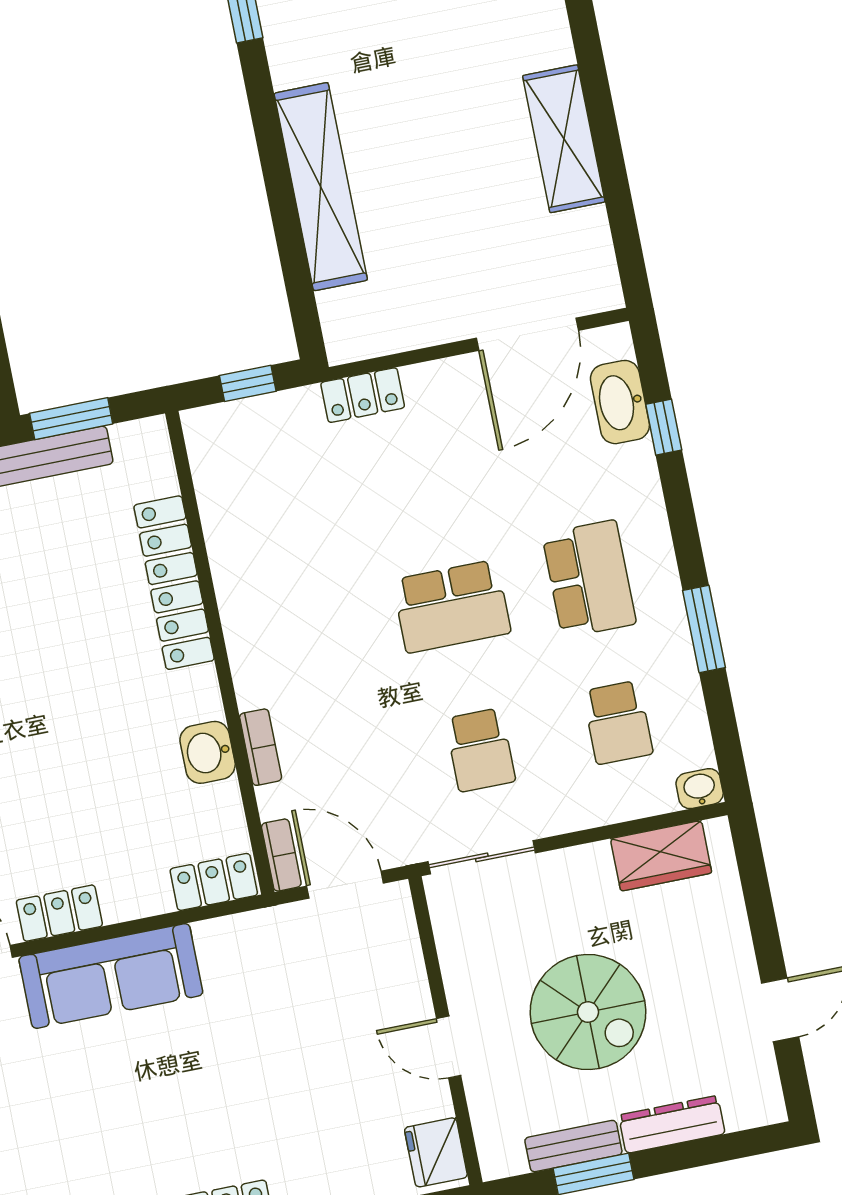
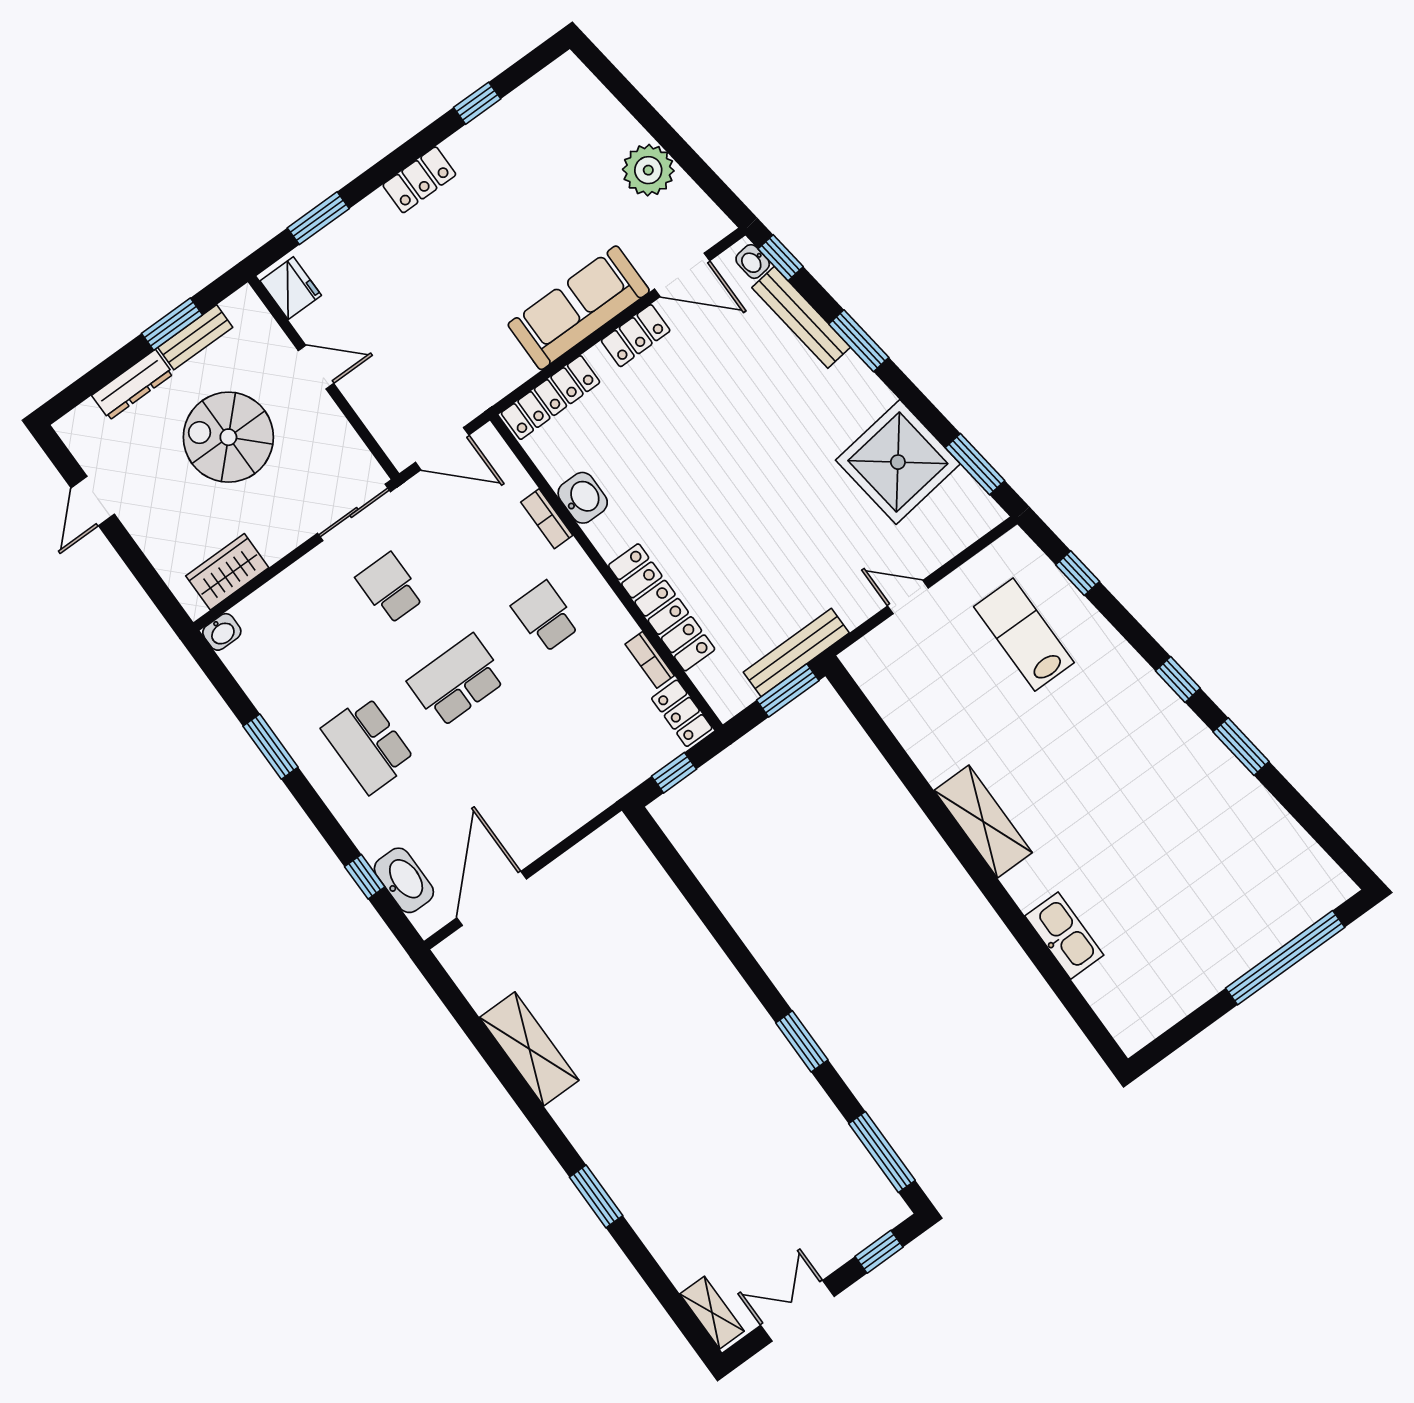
shelving: (321, 187) -> (686, 936), removed
locker: (363, 395) -> (682, 713), moved, turned -90
school desk: (618, 722) -> (546, 617), moved
bookcase: (281, 855) -> (650, 660), moved
locker: (214, 882) -> (550, 398), width x1.53

